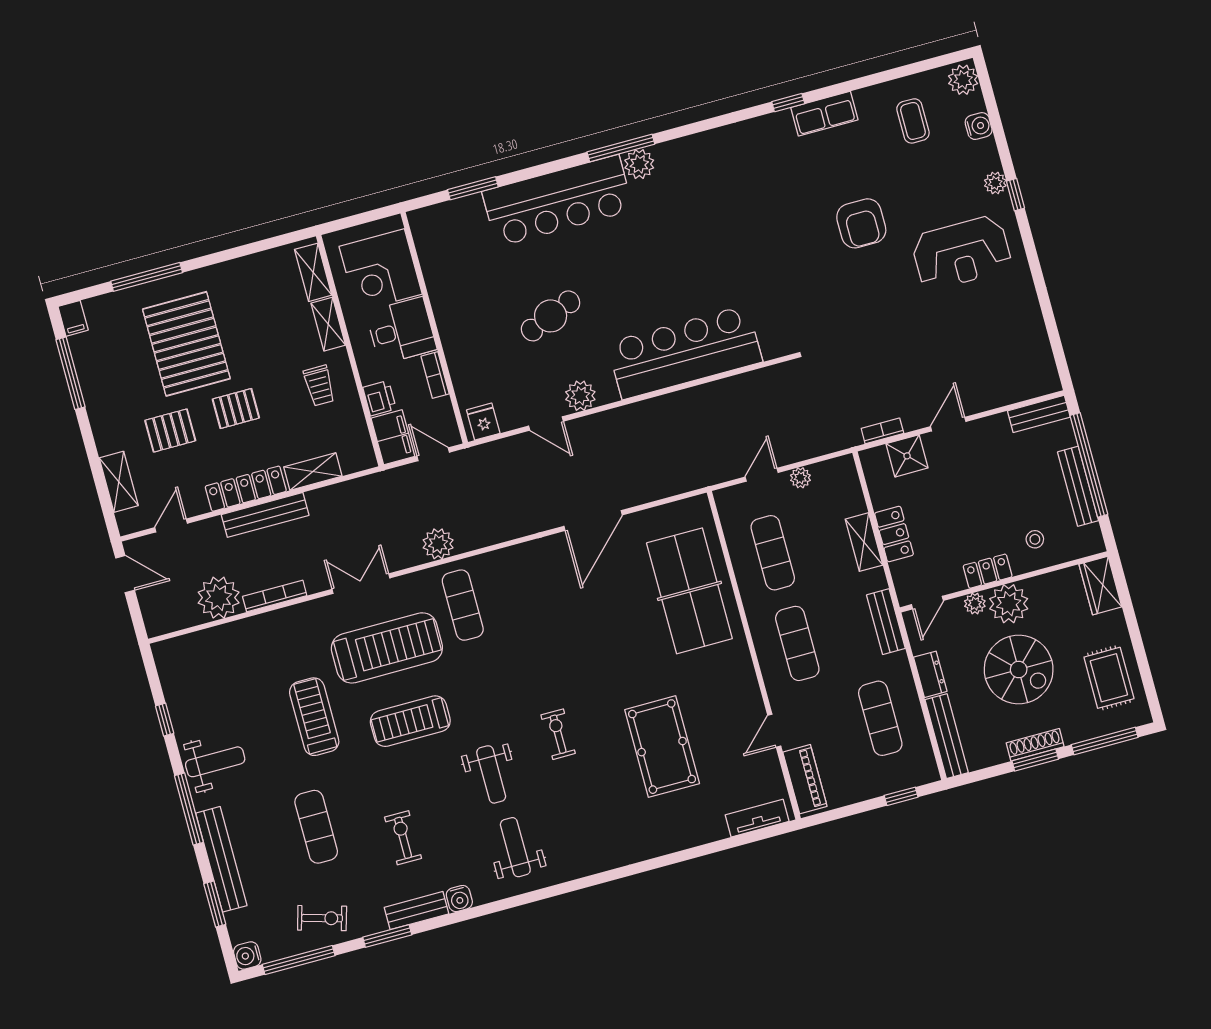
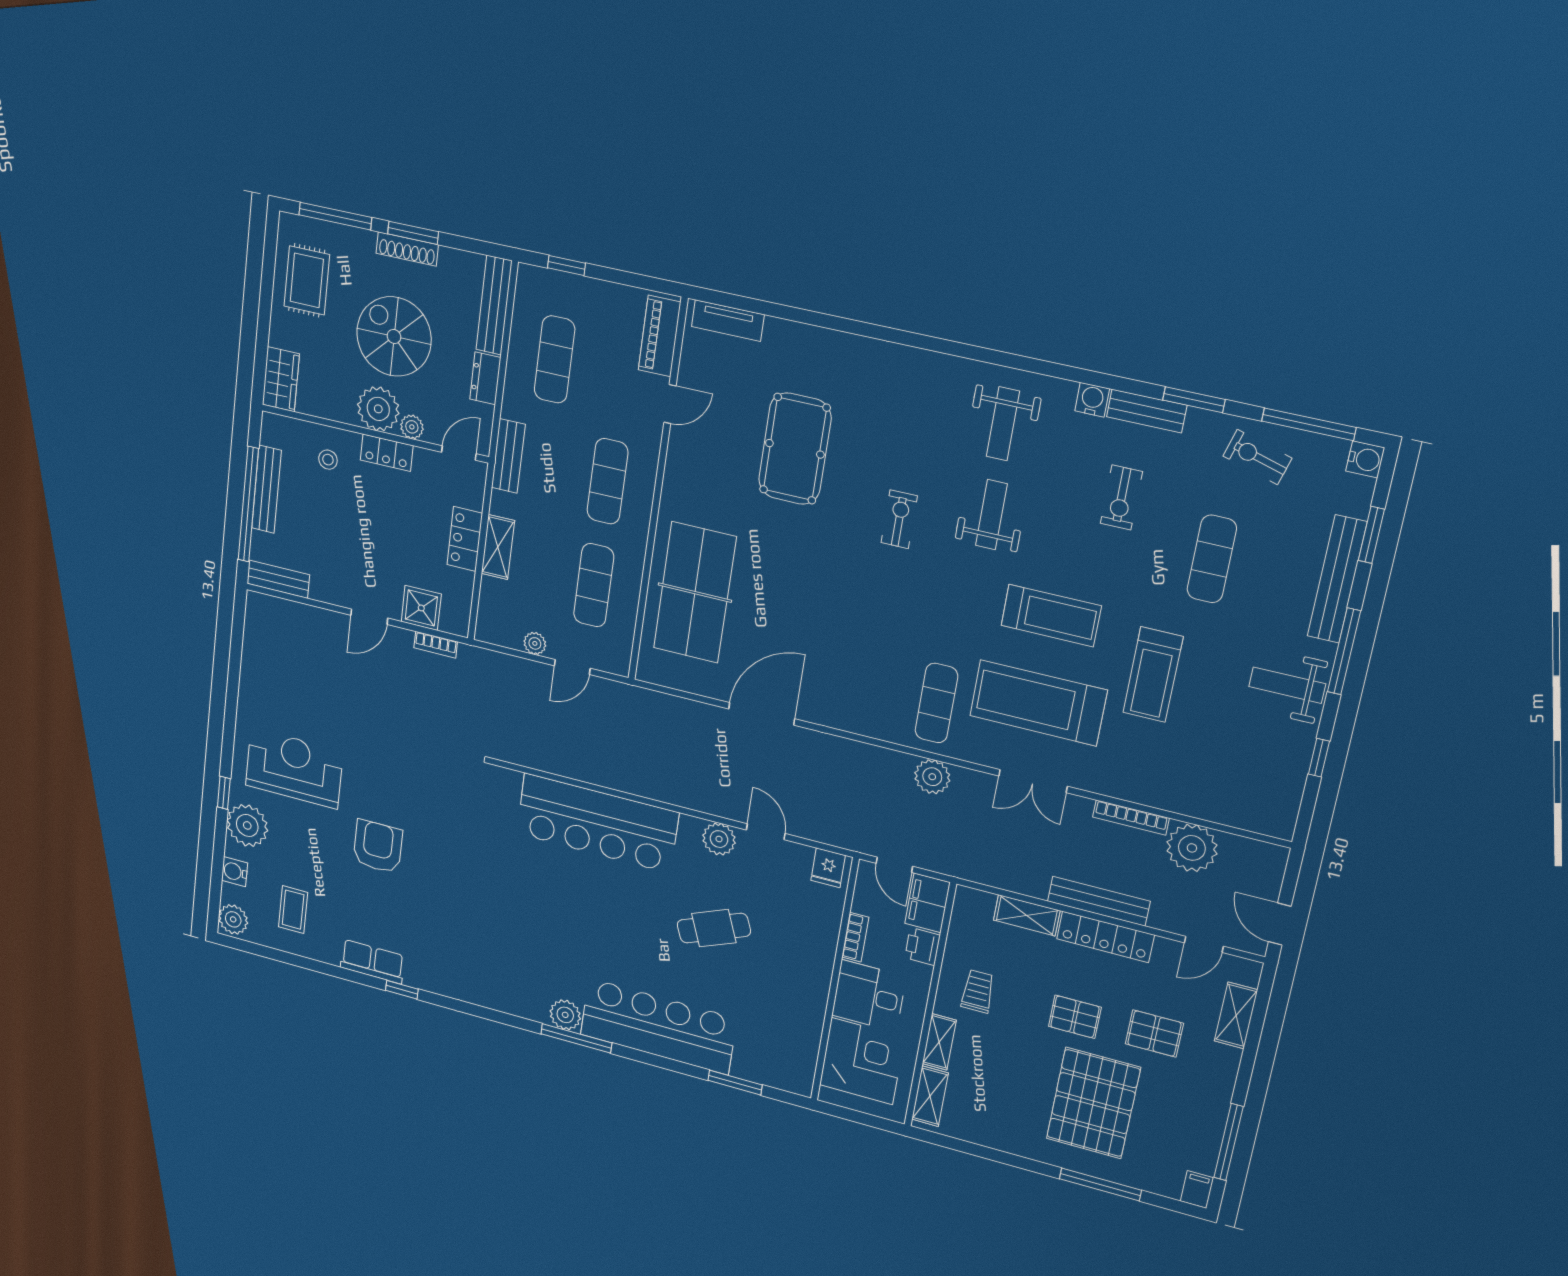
plant: (995, 183) -> (247, 825), width x1.87, depth x1.87
exercise bike: (558, 734) -> (899, 519), turned 180

